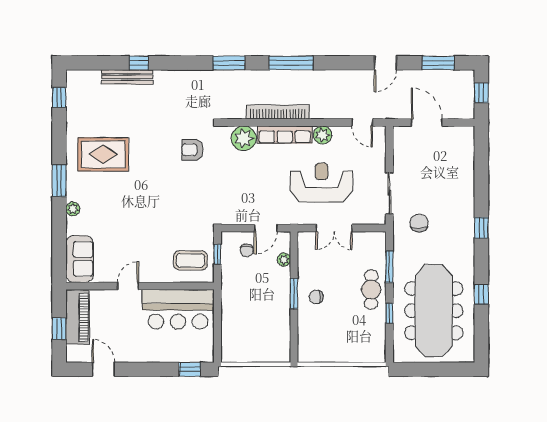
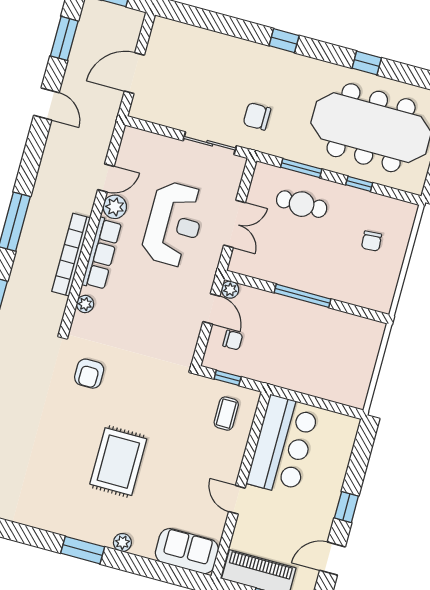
door: (362, 122) -> (106, 178), moved
plant: (244, 138) -> (85, 304), width x0.53, depth x0.53
rug: (103, 154) -> (118, 462), moved
reception desk: (322, 183) -> (174, 224), turned 180
coffee table: (190, 260) -> (226, 414), width x0.73, depth x0.77
plant: (284, 260) -> (230, 290), moved
cafe table: (371, 290) -> (302, 204), moved
window: (294, 294) -> (302, 296), width x1.44
chair: (316, 297) -> (372, 241), moved
window: (190, 369) -> (346, 507), moved

